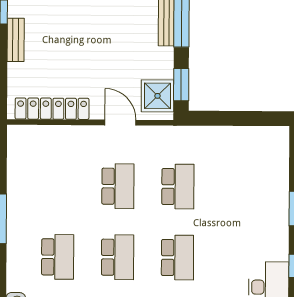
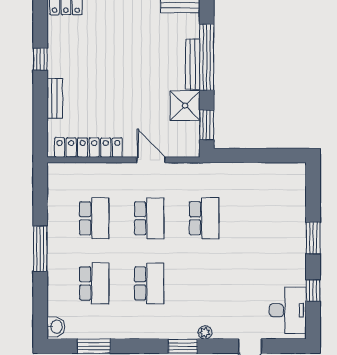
bench: (16, 40) -> (55, 98), moved
shower: (157, 96) -> (185, 106), moved
school desk: (177, 258) -> (94, 218), moved

